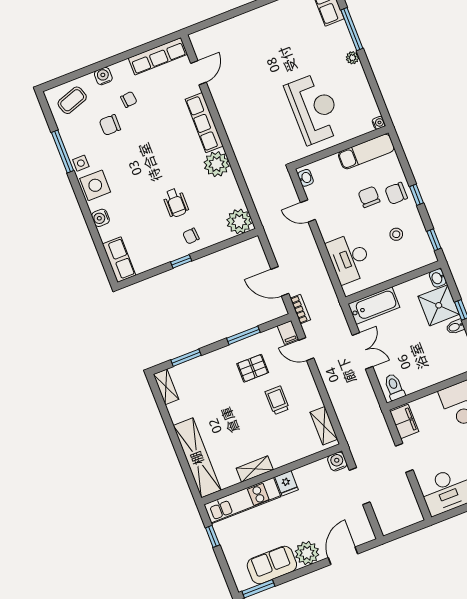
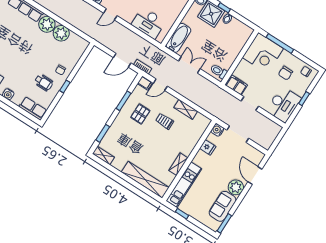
wheelchair: (176, 203) -> (44, 82), moved
plant: (239, 221) -> (61, 33), moved
shelving: (324, 426) -> (186, 109), moved
fridge: (286, 483) -> (208, 147), moved

